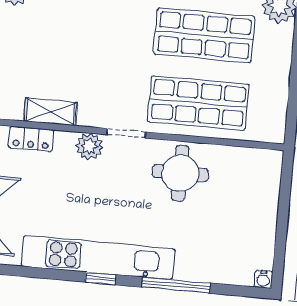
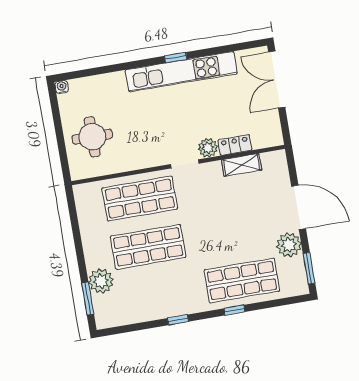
locker: (31, 139) -> (235, 145), moved
round table: (180, 173) -> (92, 137), moved
window: (176, 285) -> (122, 67), removed

